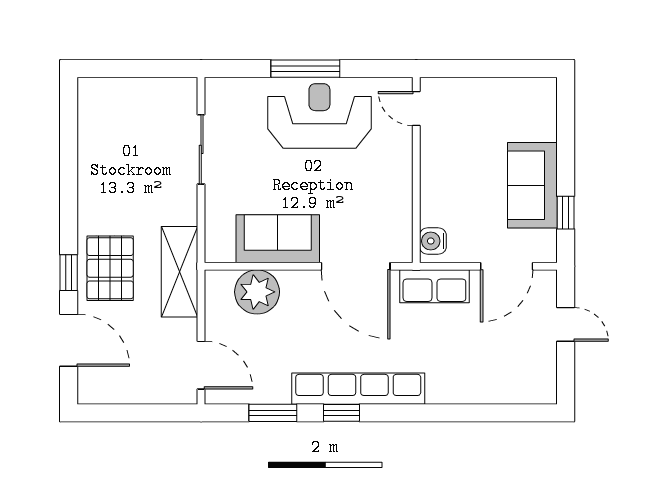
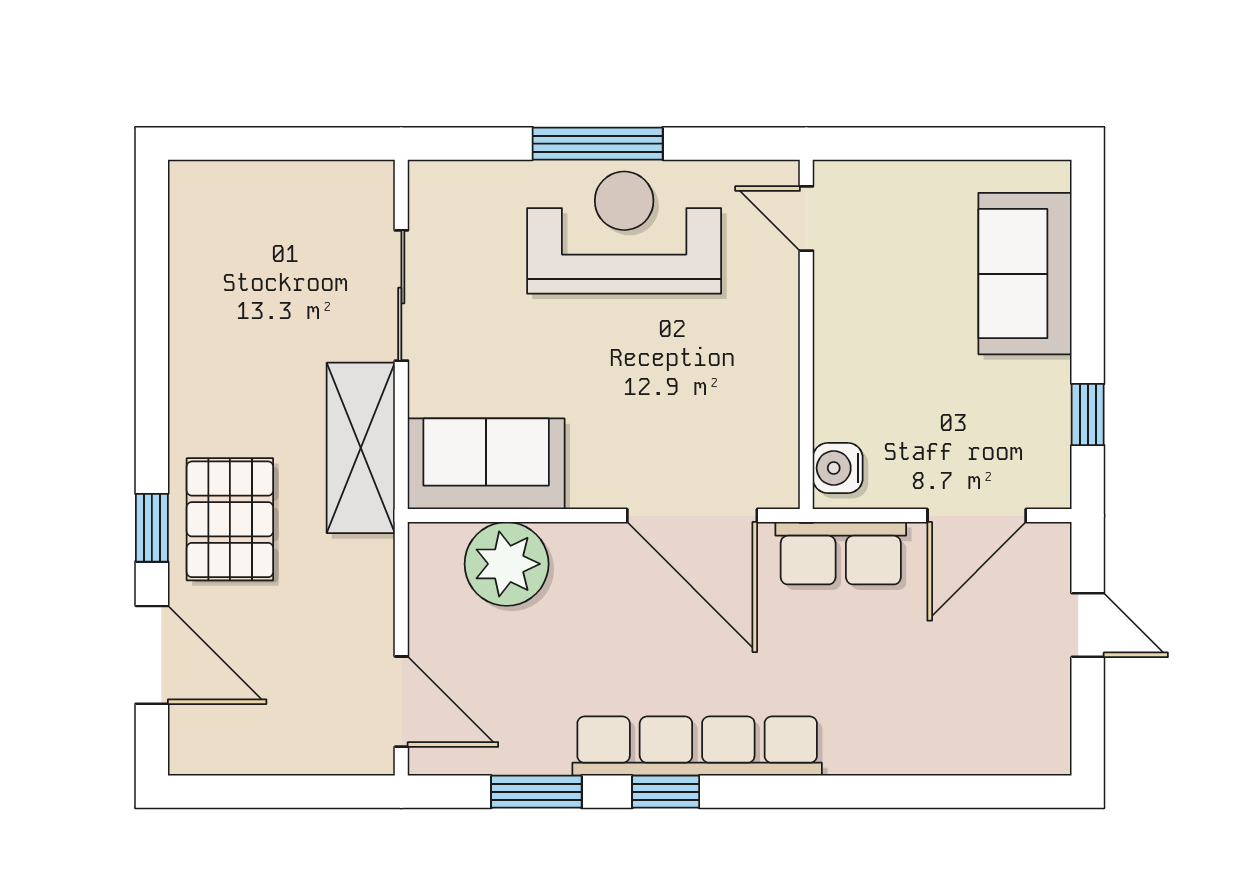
sofa: (532, 185) -> (1025, 274), moved
sofa: (278, 239) -> (486, 464), moved
shelving: (180, 272) -> (361, 448), moved

